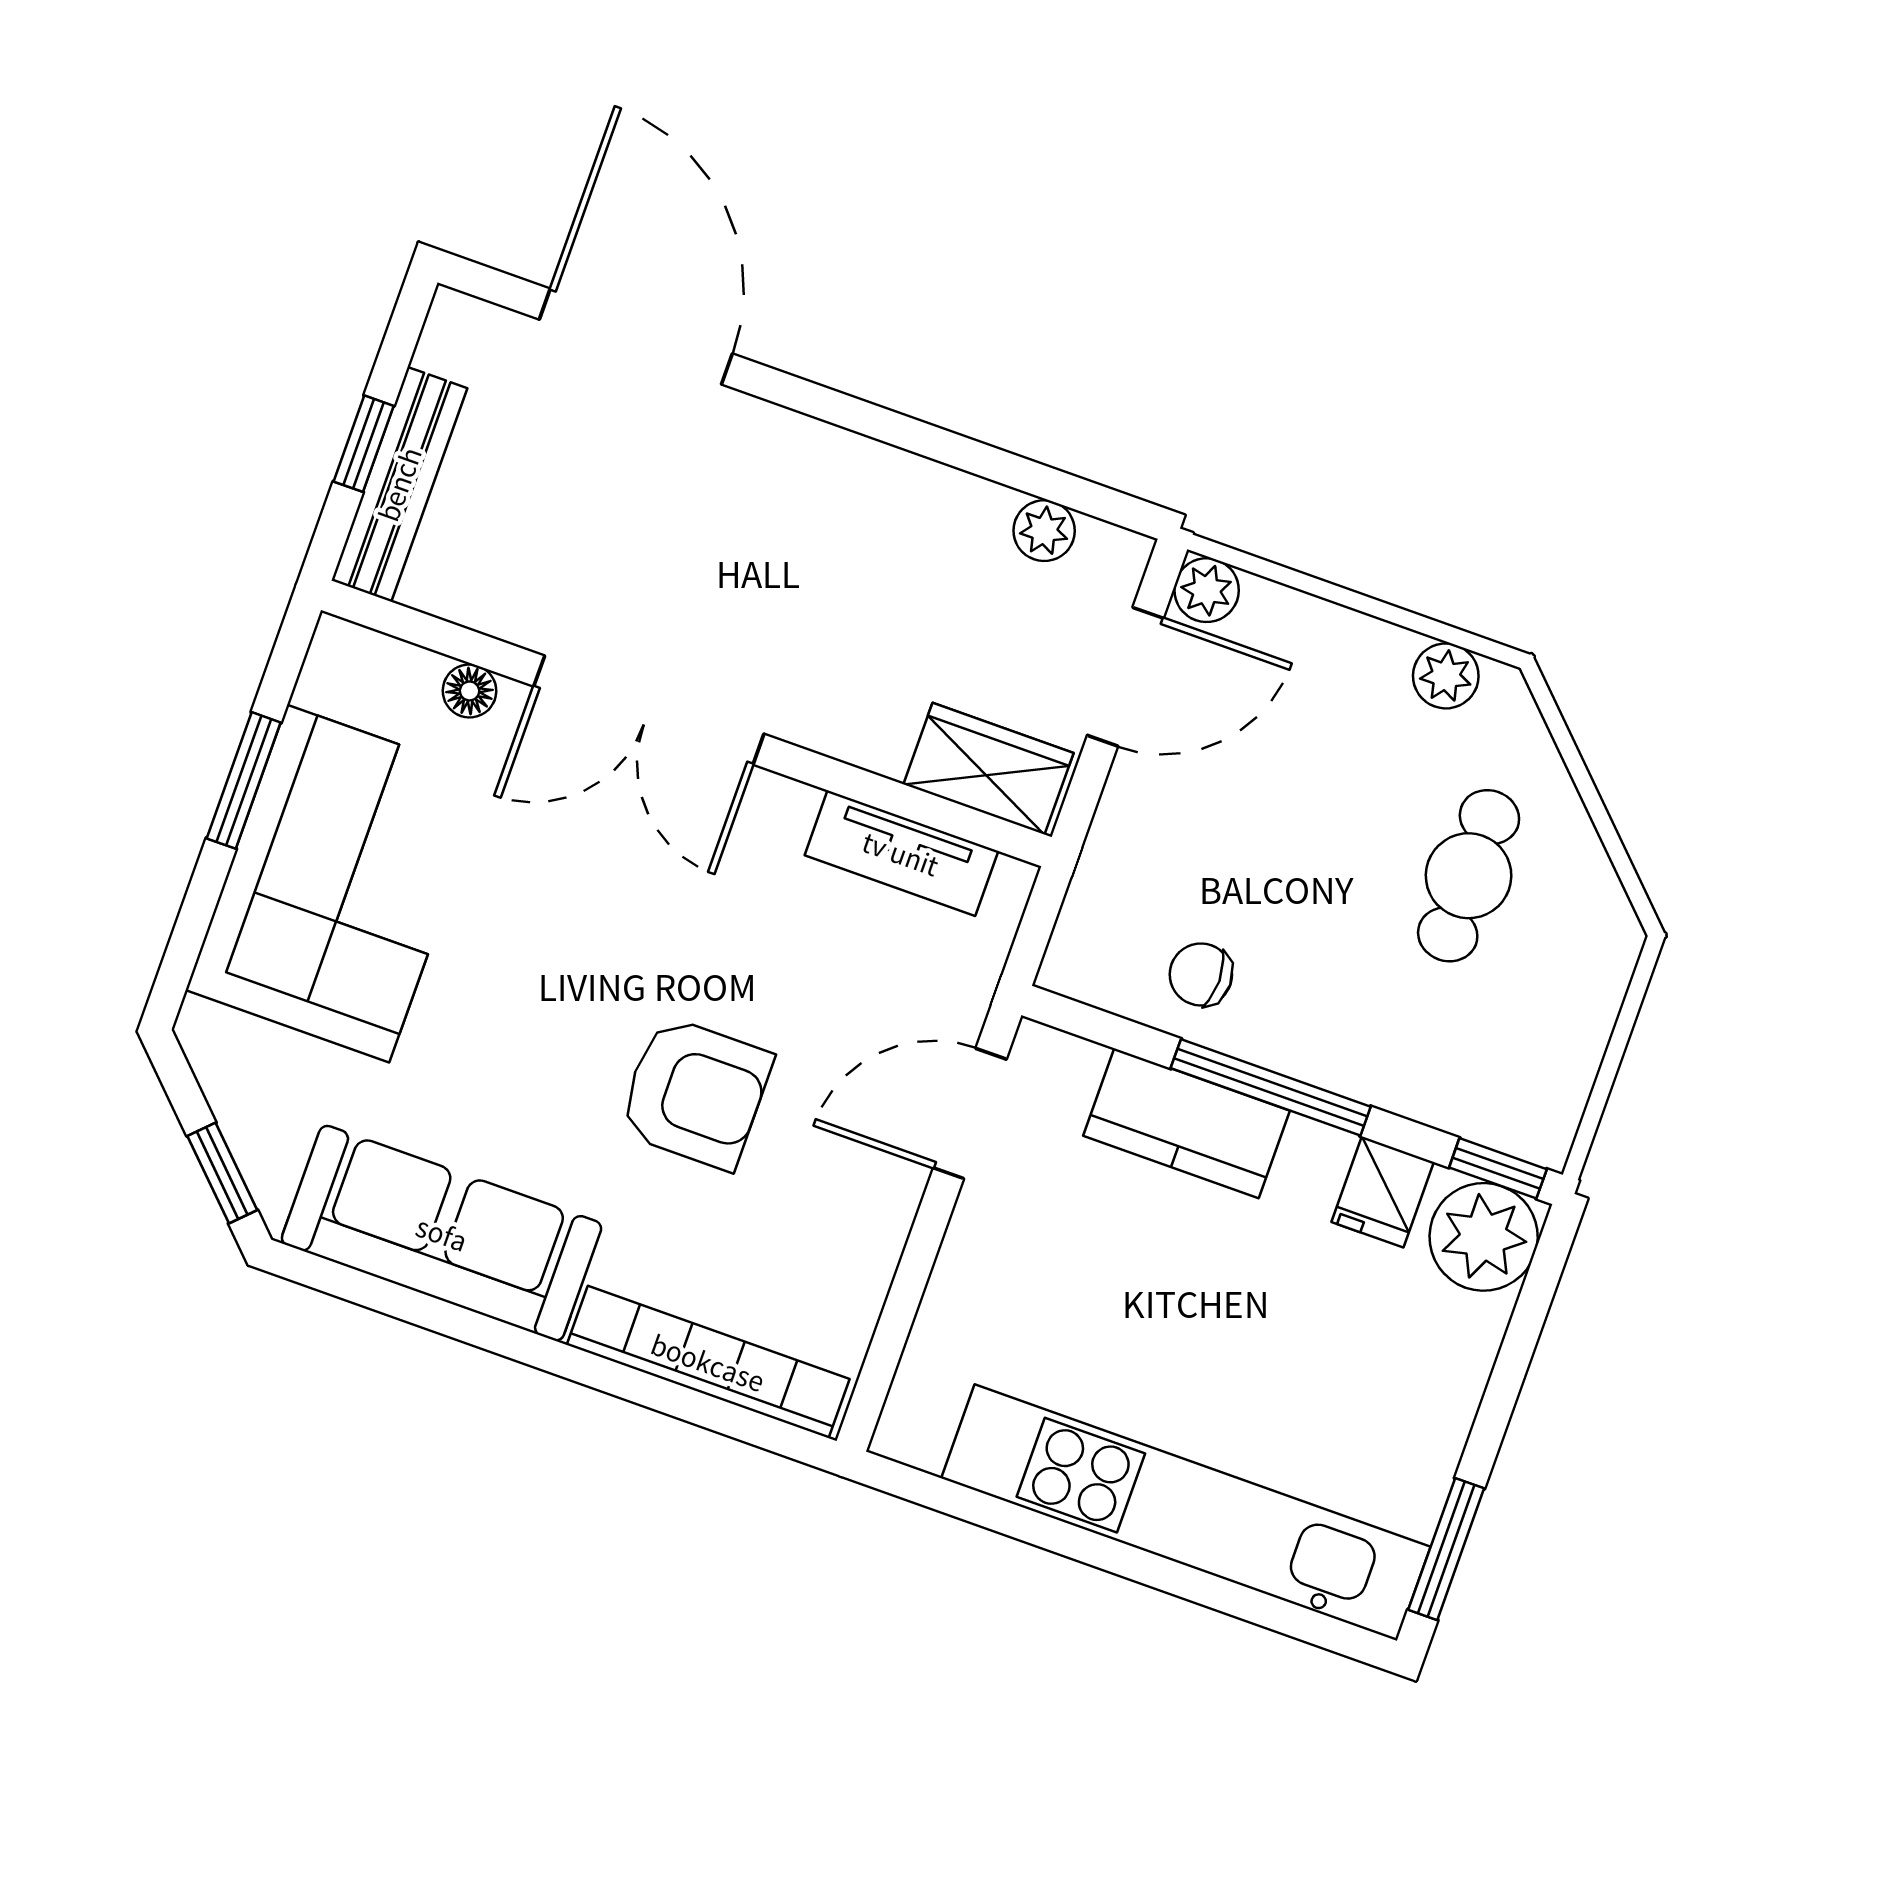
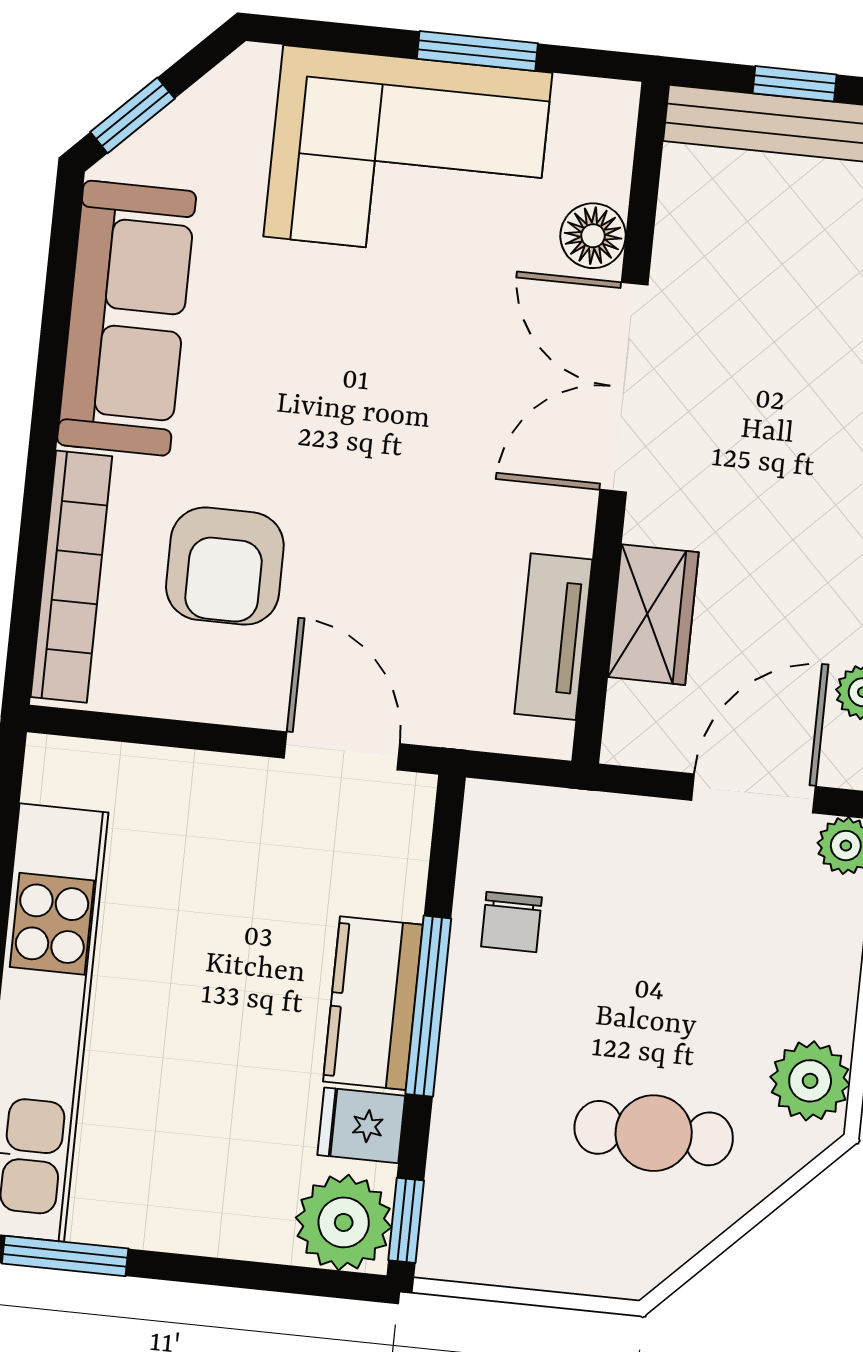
plant: (1446, 676) -> (810, 1081), width x1.38, depth x1.38
door: (1125, 677) -> (754, 793), swing flipped
floor lamp: (470, 691) -> (593, 236), width x1.37, depth x1.37
wardrobe: (989, 769) -> (653, 615), moved
chair: (1201, 974) -> (511, 922), turned 180
armchair: (695, 1093) -> (225, 566), moved
kitchen counter: (1187, 1123) -> (373, 1003), moved

